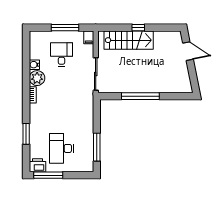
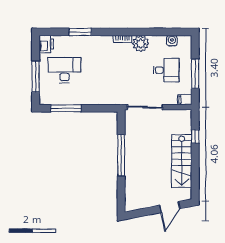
window: (138, 28) -> (195, 137), moved
stairs: (129, 40) -> (182, 161), moved
water cooler: (34, 65) -> (172, 41), moved
window: (48, 175) -> (36, 77), moved

